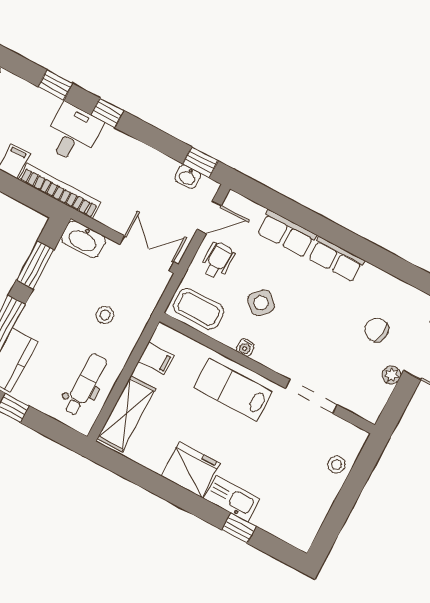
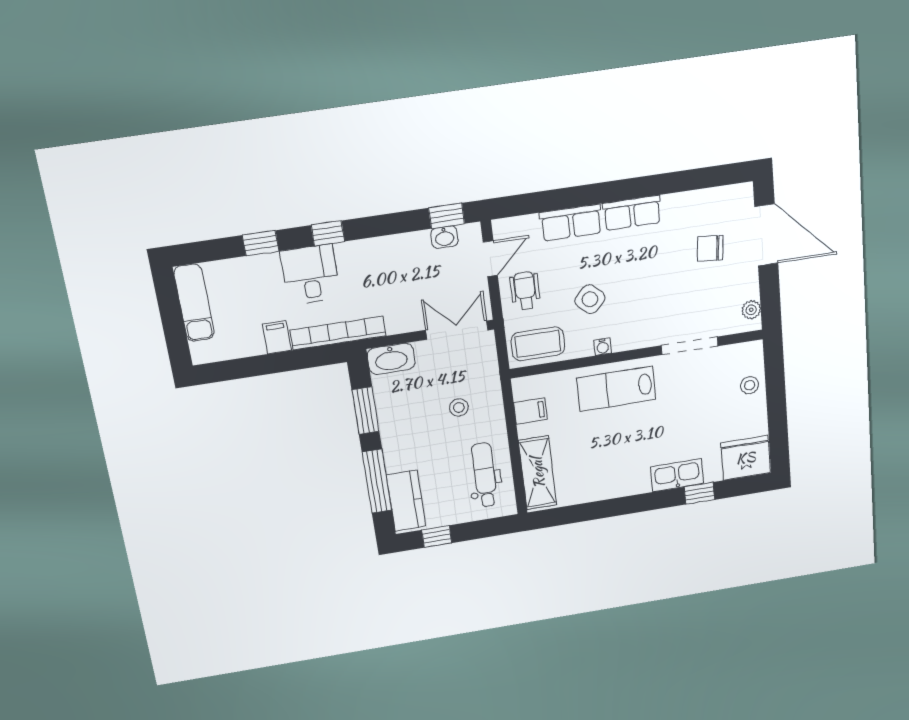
plant: (391, 375) -> (751, 310), moved
fridge: (191, 470) -> (746, 458), moved

